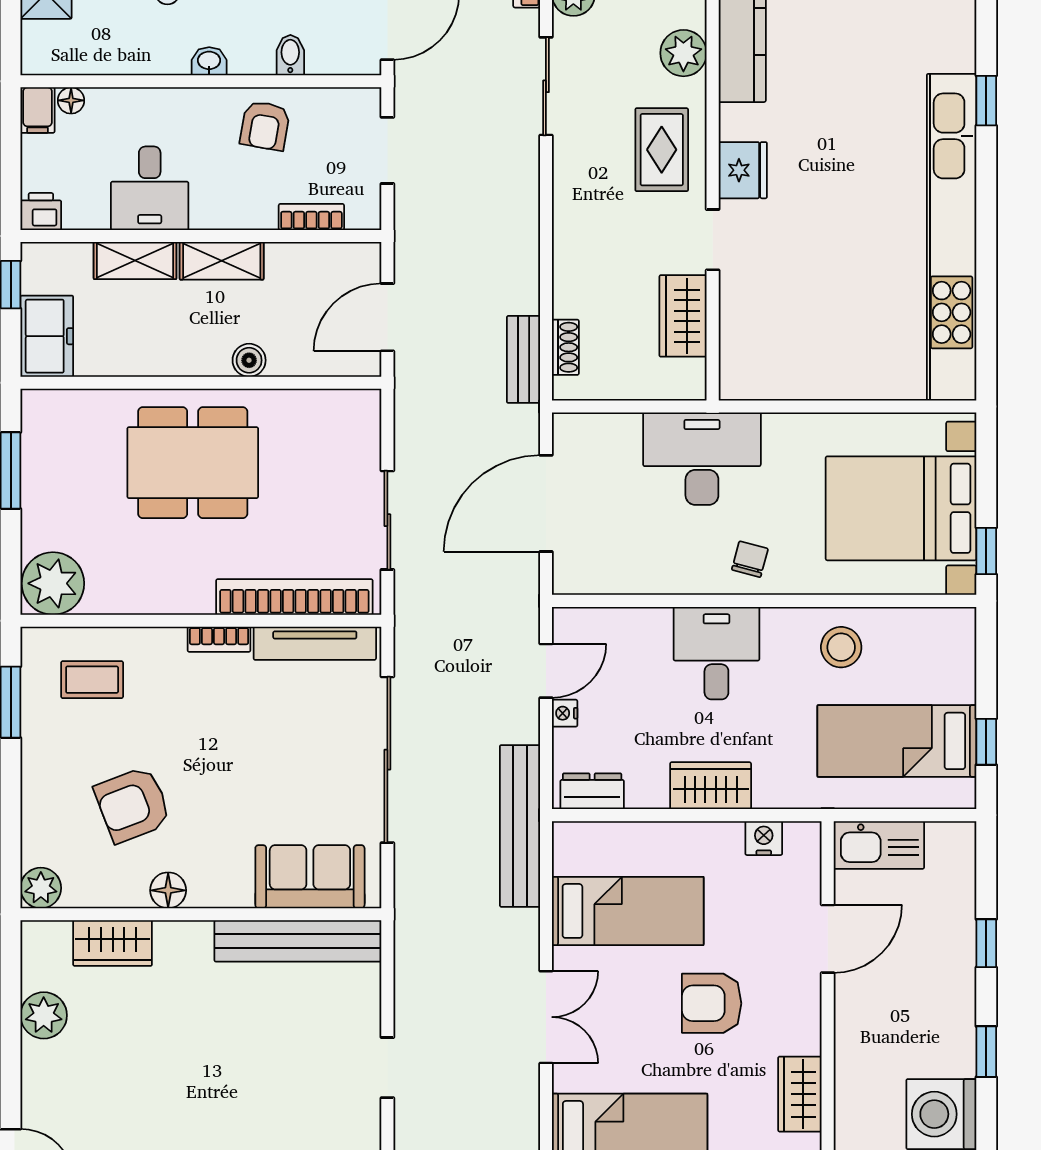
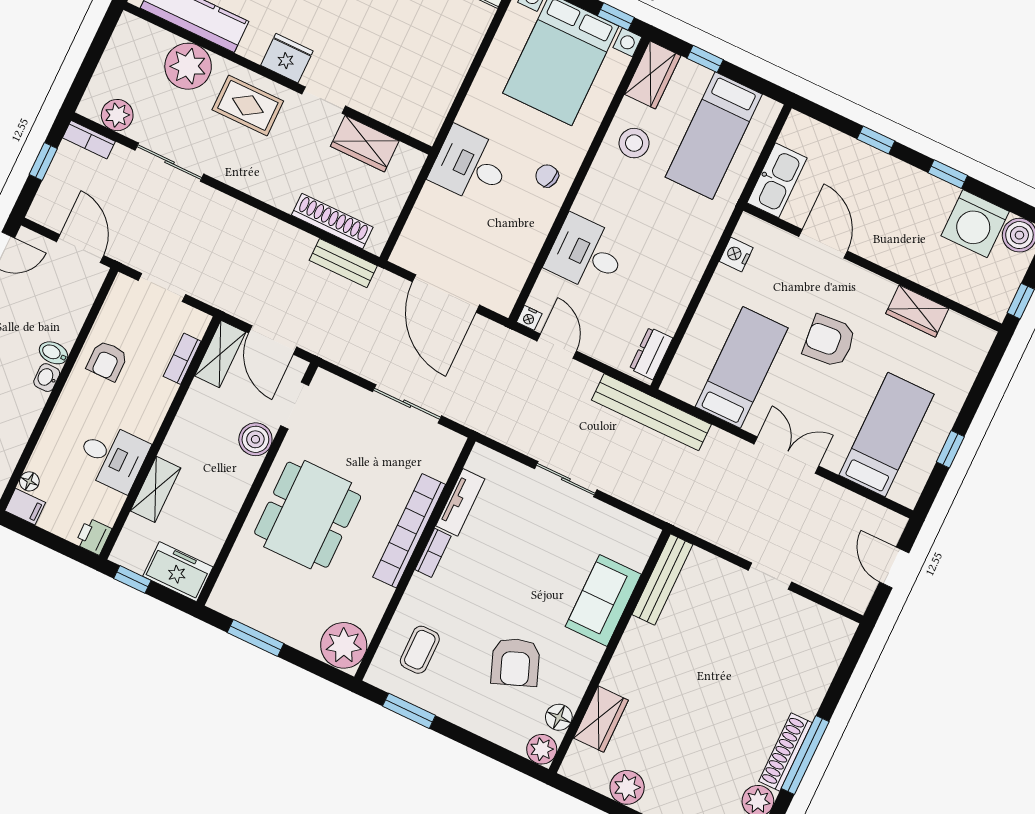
plant: (683, 53) -> (188, 66), width x1.36, depth x1.36
bidet: (290, 55) -> (54, 353), moved
armchair: (265, 126) -> (107, 361), turned 80
shelving: (222, 261) -> (220, 354), moved
shoe rack: (565, 347) -> (332, 221), width x1.94, depth x1.24
boiler: (249, 360) -> (255, 439), width x1.36, depth x1.36
doorway: (320, 383) -> (295, 406), added
desk: (702, 459) -> (470, 165), width x0.73
bookcase: (294, 597) -> (409, 531), moved
tv unit: (315, 643) -> (460, 502), width x0.71
desk: (716, 653) -> (586, 254), moved
nightstand: (565, 713) -> (529, 318), moved
window: (986, 742) -> (705, 59), moved
sliding door: (387, 760) -> (566, 479), width x0.54
wardrobe: (711, 786) -> (653, 75), moved, turned 180
sofa: (310, 877) -> (603, 600), moved
floor lamp: (168, 890) -> (559, 717), moved
bench: (298, 941) -> (662, 580), width x0.73, depth x0.82
armchair: (712, 1003) -> (829, 341), turned 85

